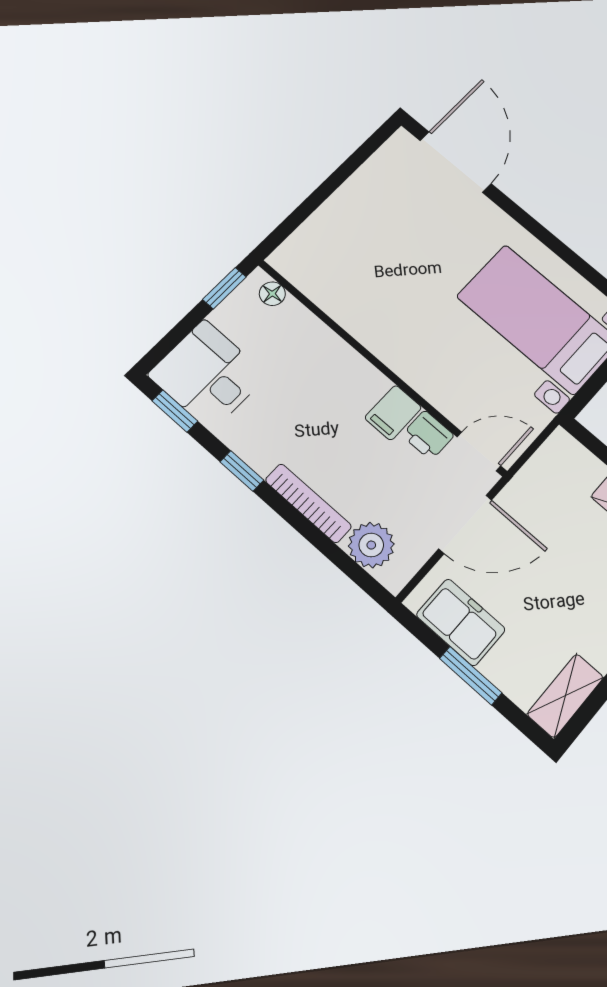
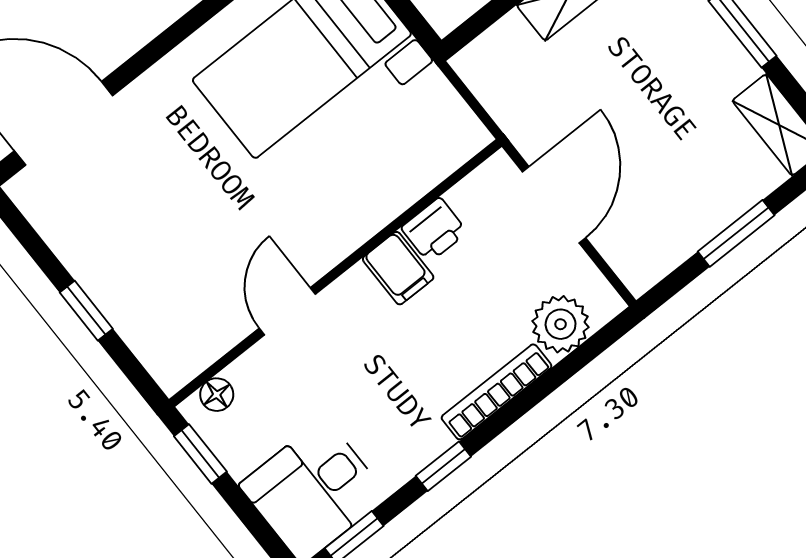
window: (321, 194) -> (86, 311), added
door: (479, 451) -> (287, 311), moved
freezer: (461, 622) -> (671, 233), removed

